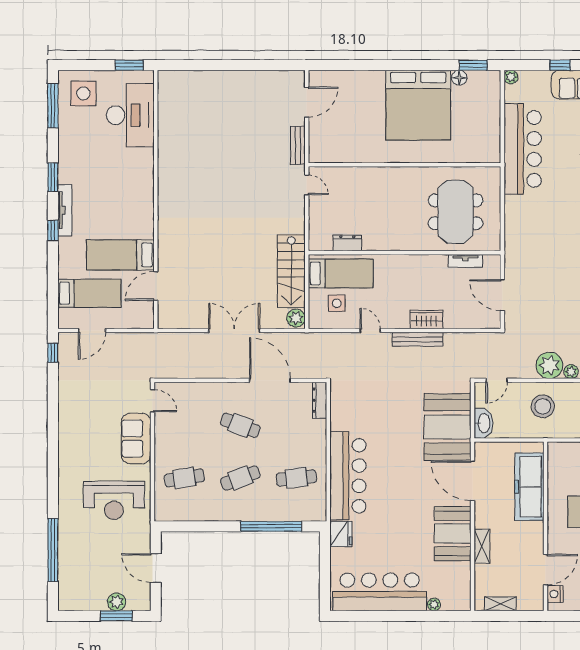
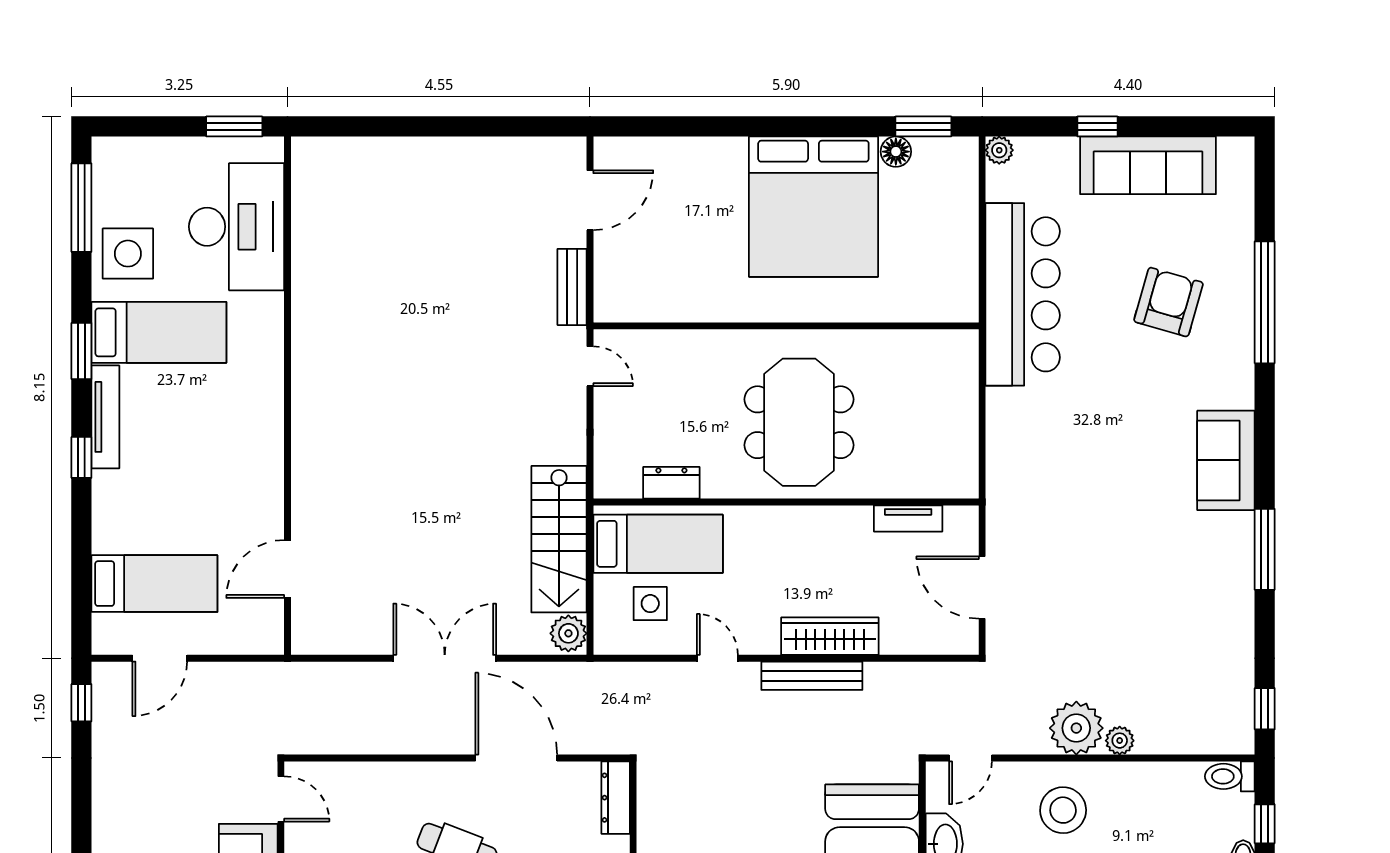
side table: (83, 93) -> (128, 254), moved
meeting table: (456, 212) -> (799, 422), moved
bed: (120, 255) -> (159, 332), moved, turned 180
wardrobe: (426, 320) -> (830, 636), width x1.50

